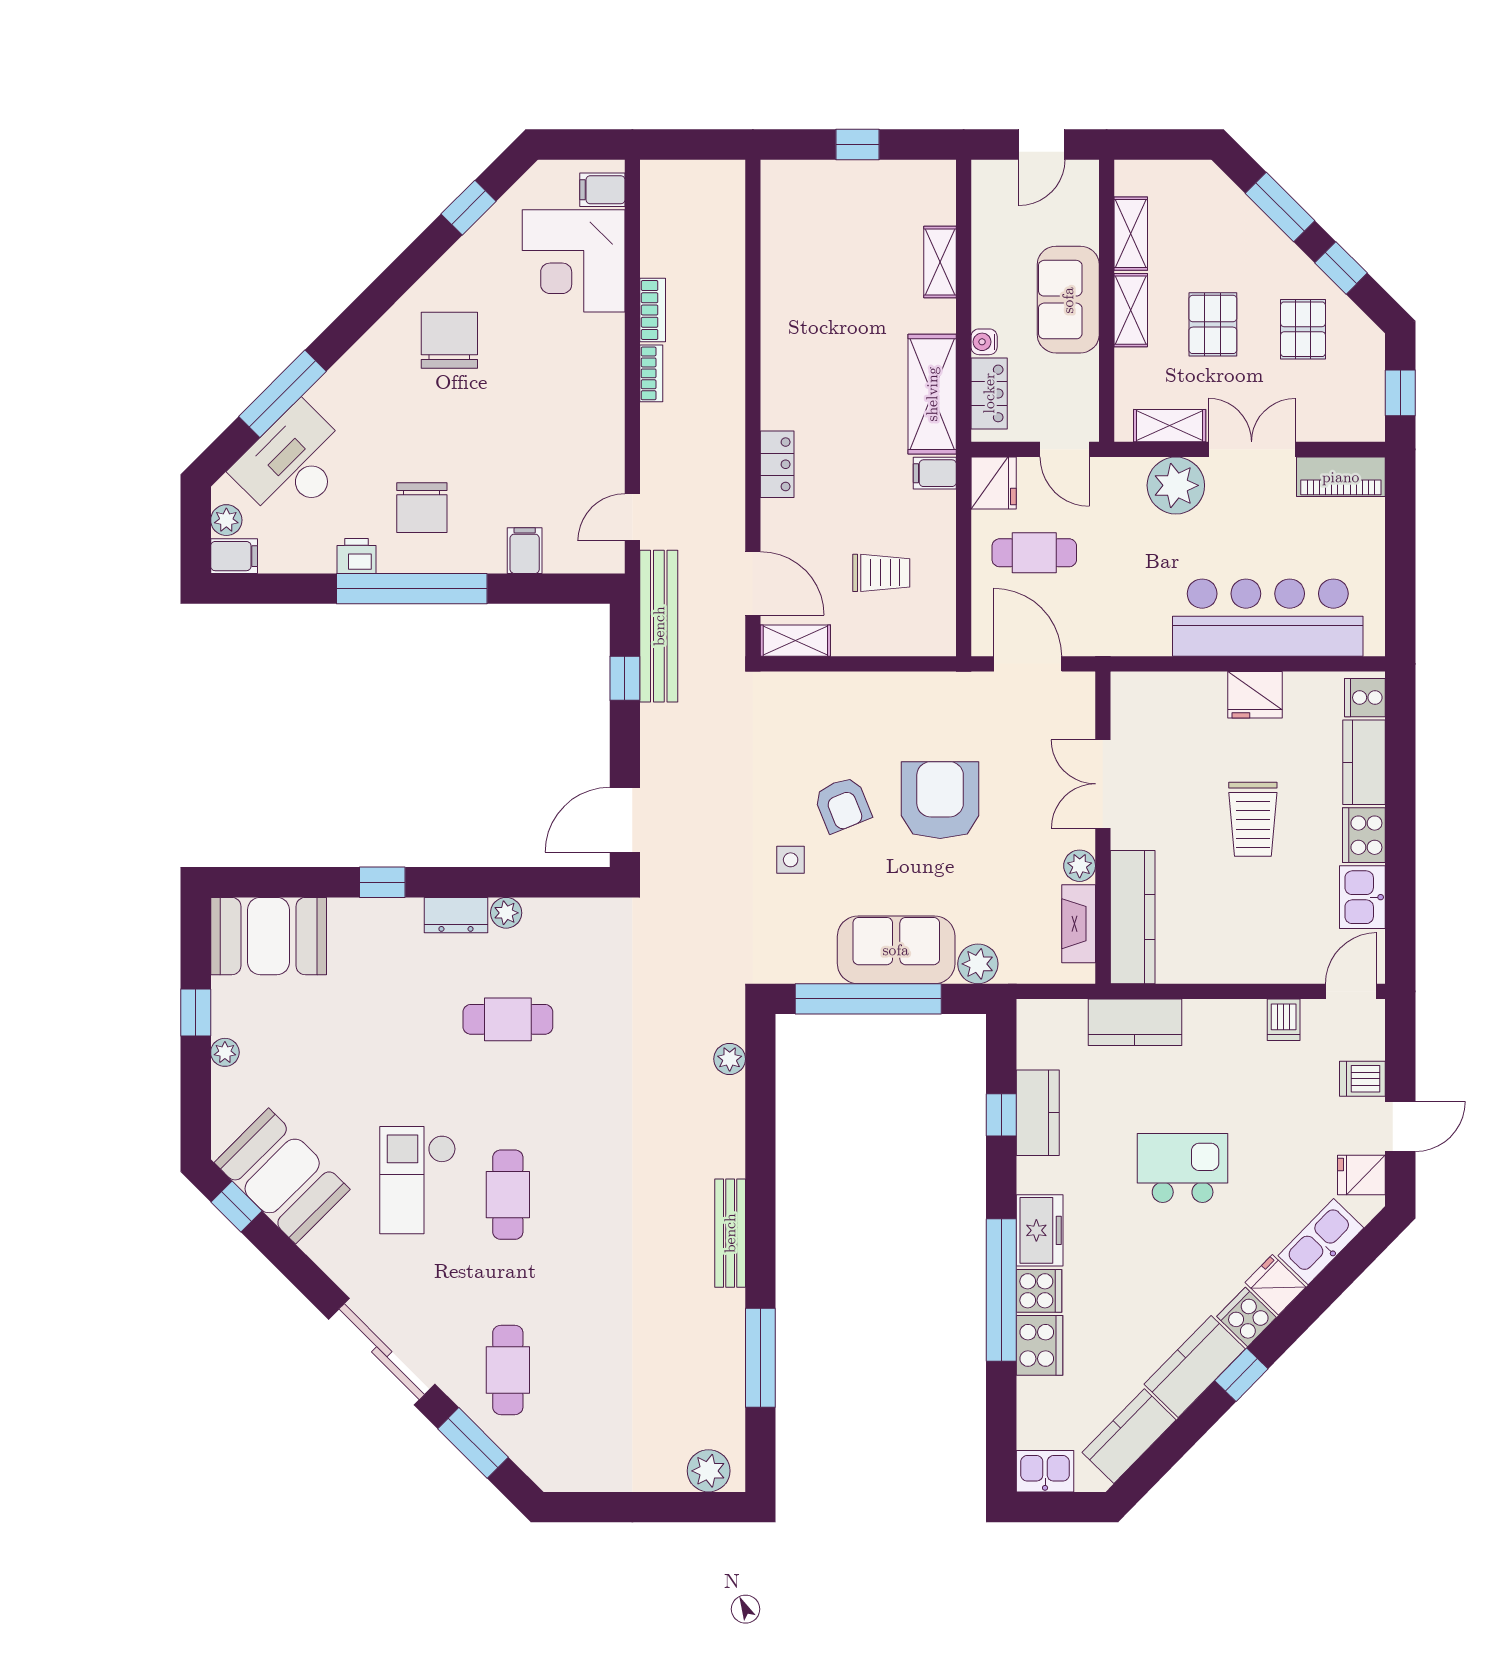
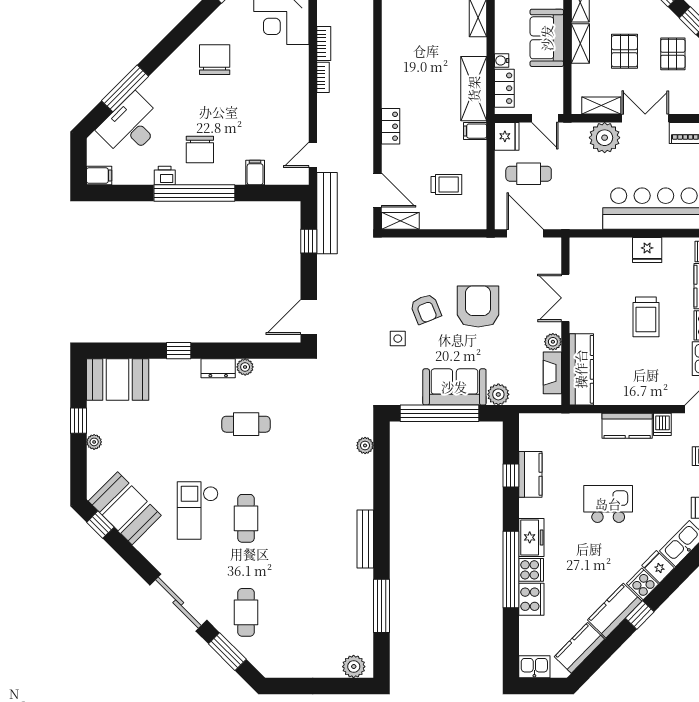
plant: (226, 520) -> (95, 156), removed
kitchen counter: (1135, 1022) -> (627, 426), moved

